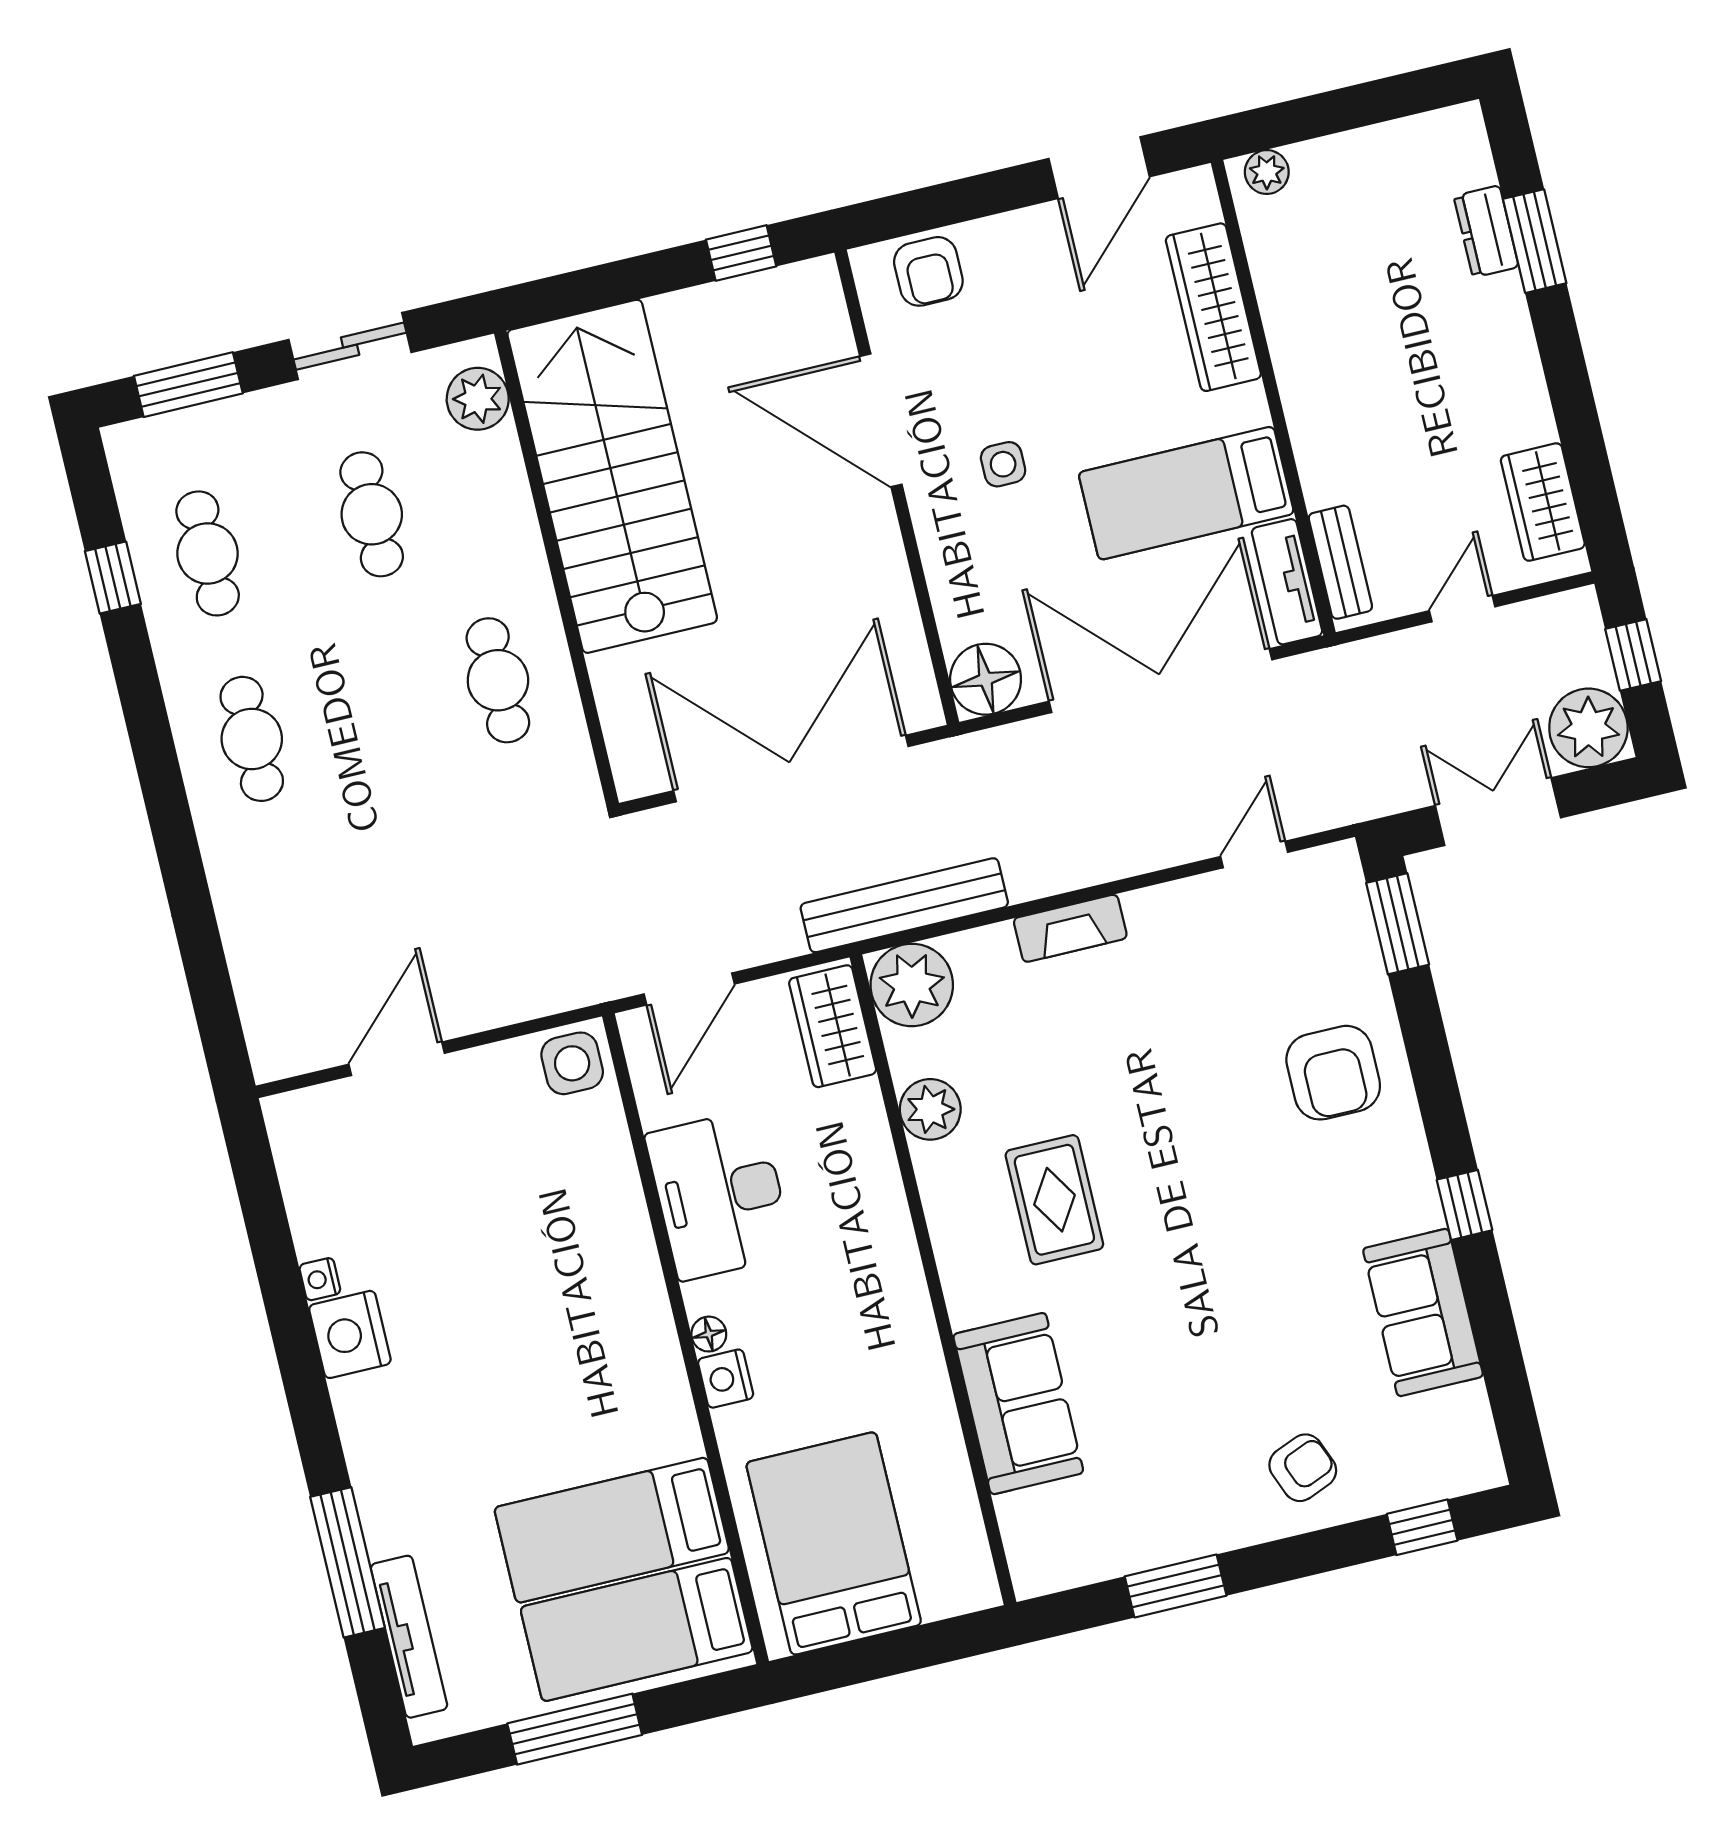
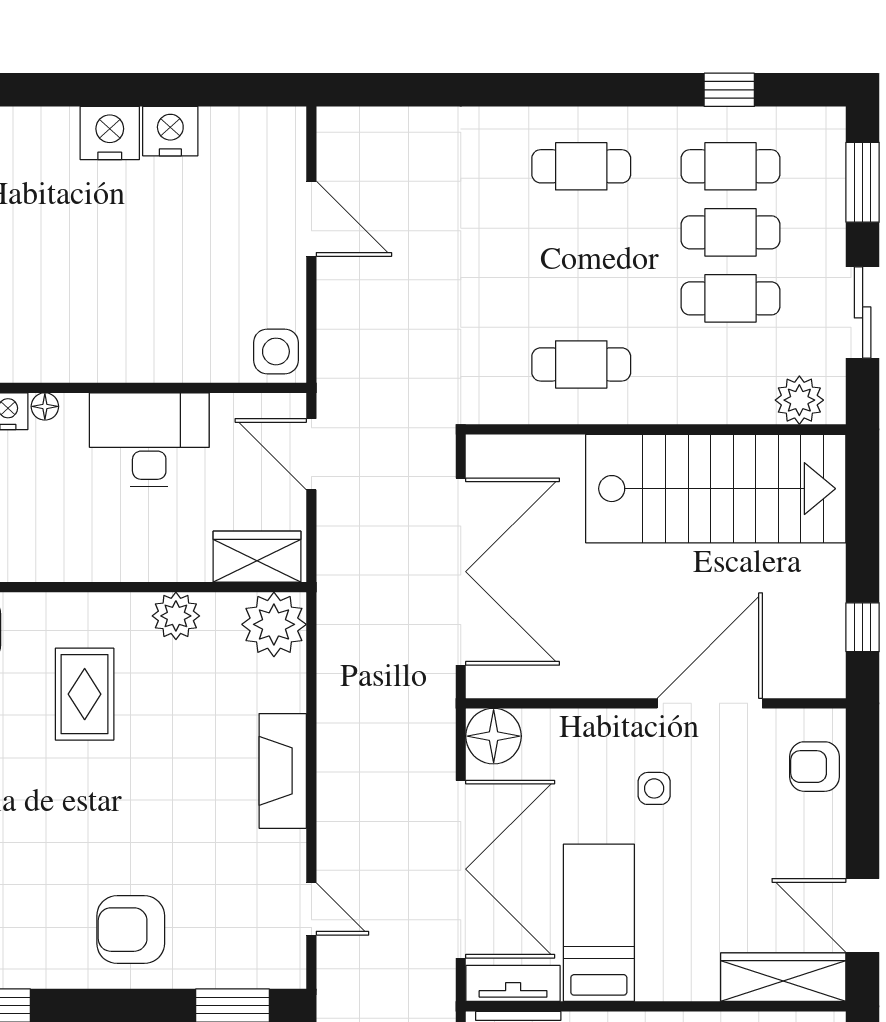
wardrobe: (1213, 307) -> (783, 977), moved
cafe table: (290, 534) -> (731, 232), added
bench: (904, 905) -> (336, 633), removed
fireplace: (1070, 928) -> (283, 771), width x1.37, depth x1.32
rug: (1054, 1200) -> (85, 694), turned 90
nightstand: (320, 1279) -> (170, 131), width x1.89, depth x1.79

